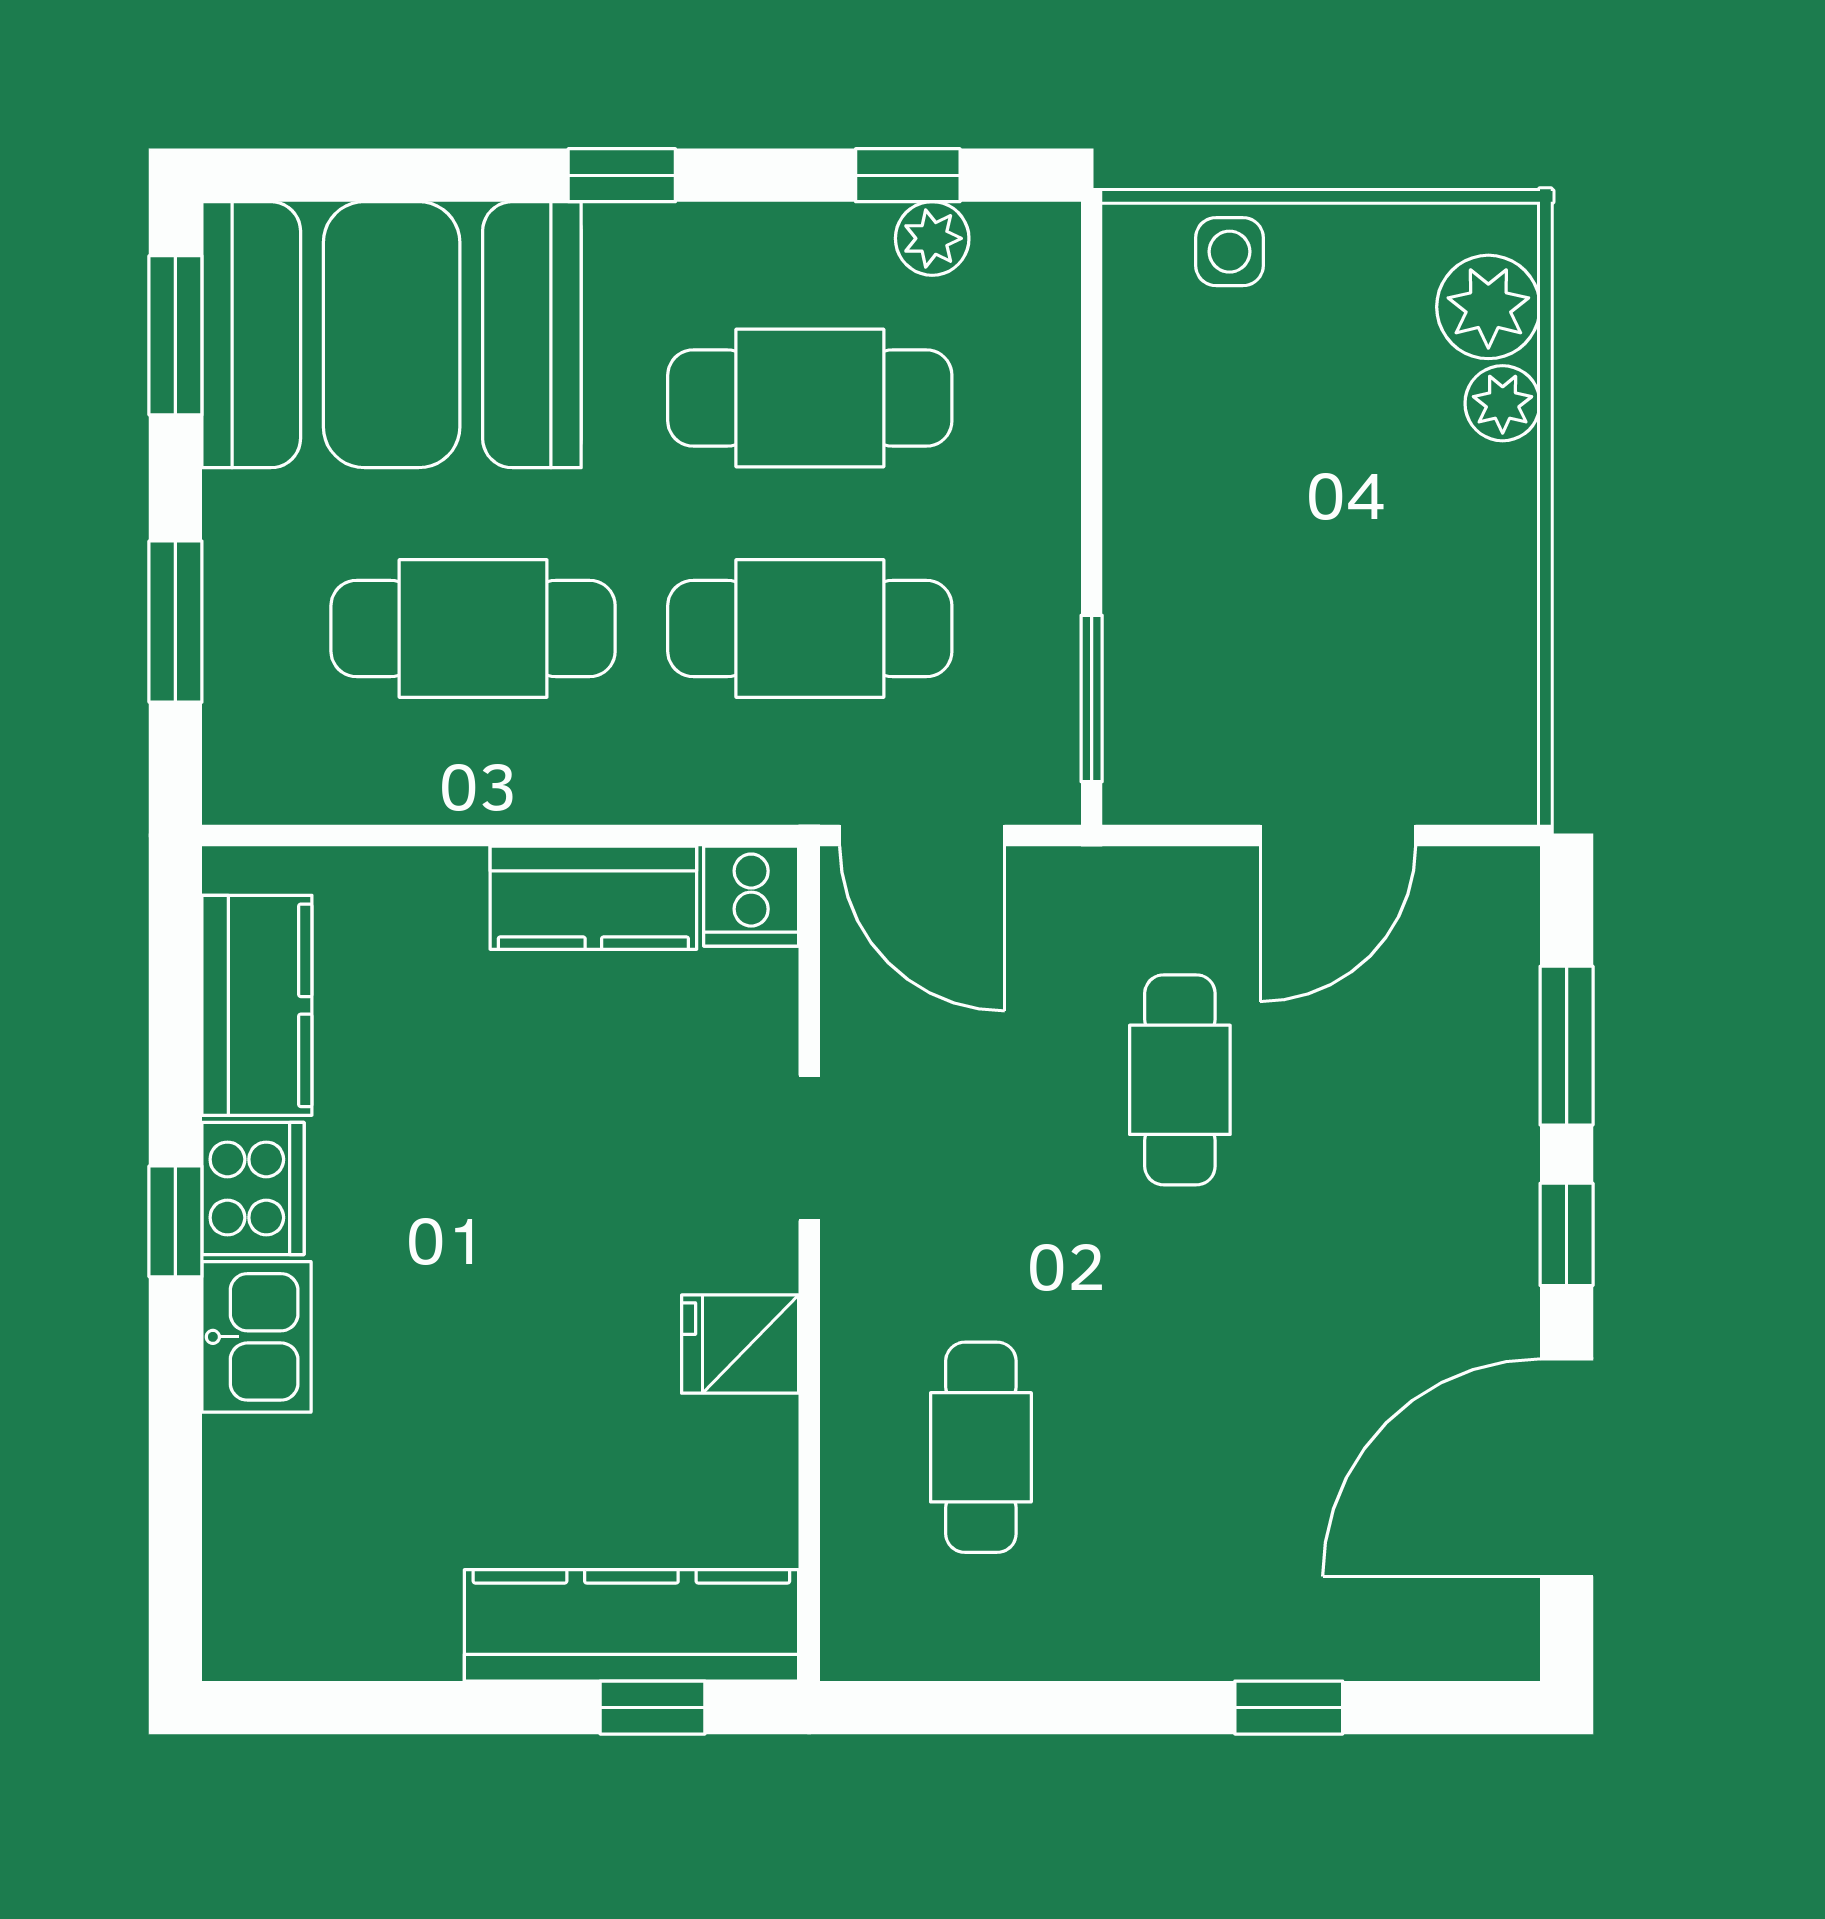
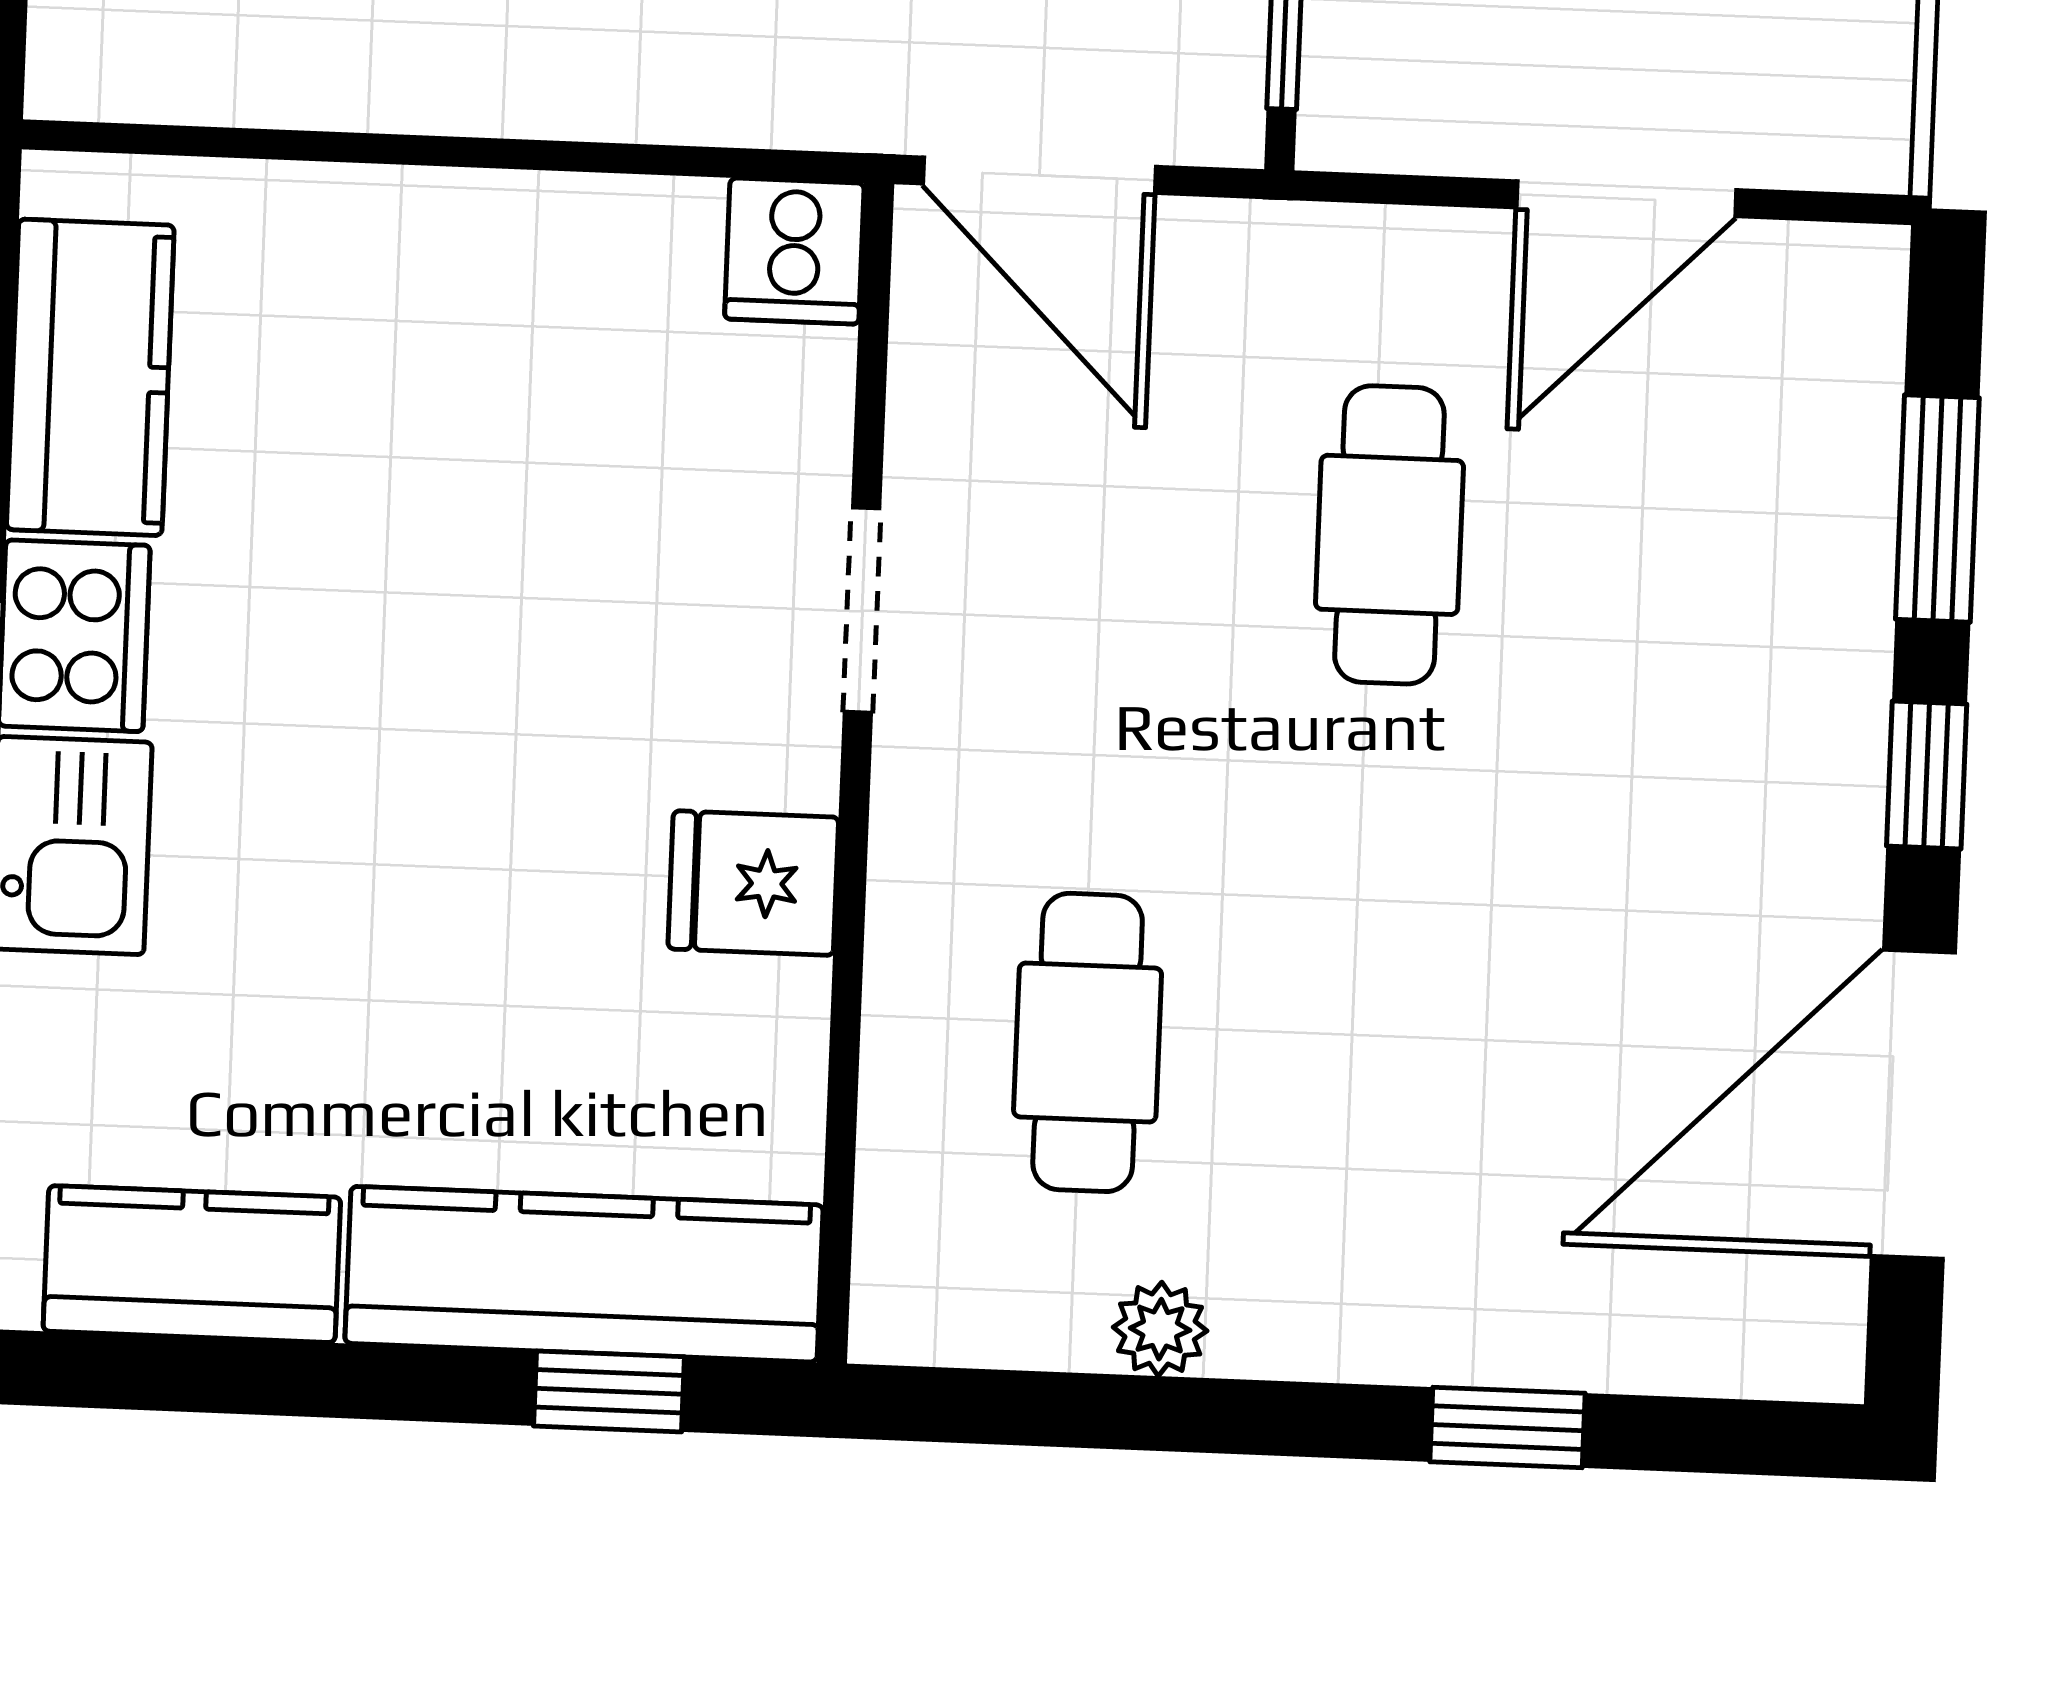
kitchen counter: (593, 898) -> (192, 1264), moved, turned 180
plant: (1040, 1648) -> (1160, 1329), added

